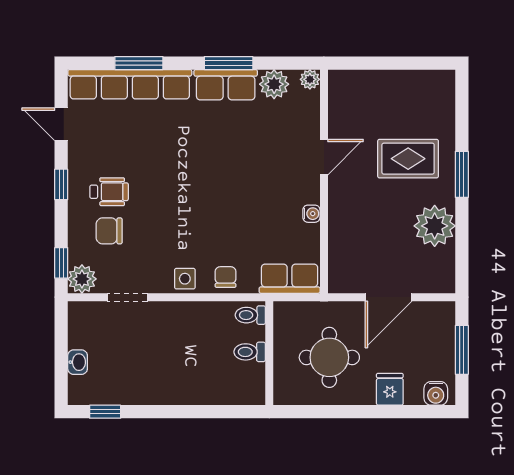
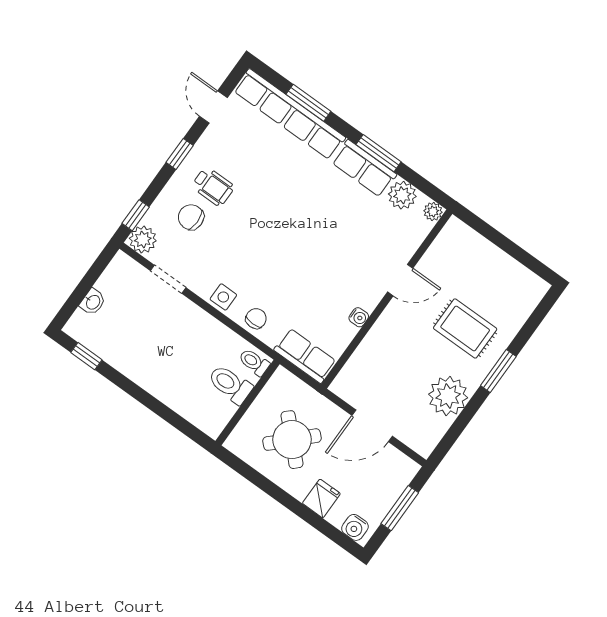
toilet: (250, 352) -> (230, 384), width x1.37, depth x1.39
round table: (329, 357) -> (292, 440), turned 45

